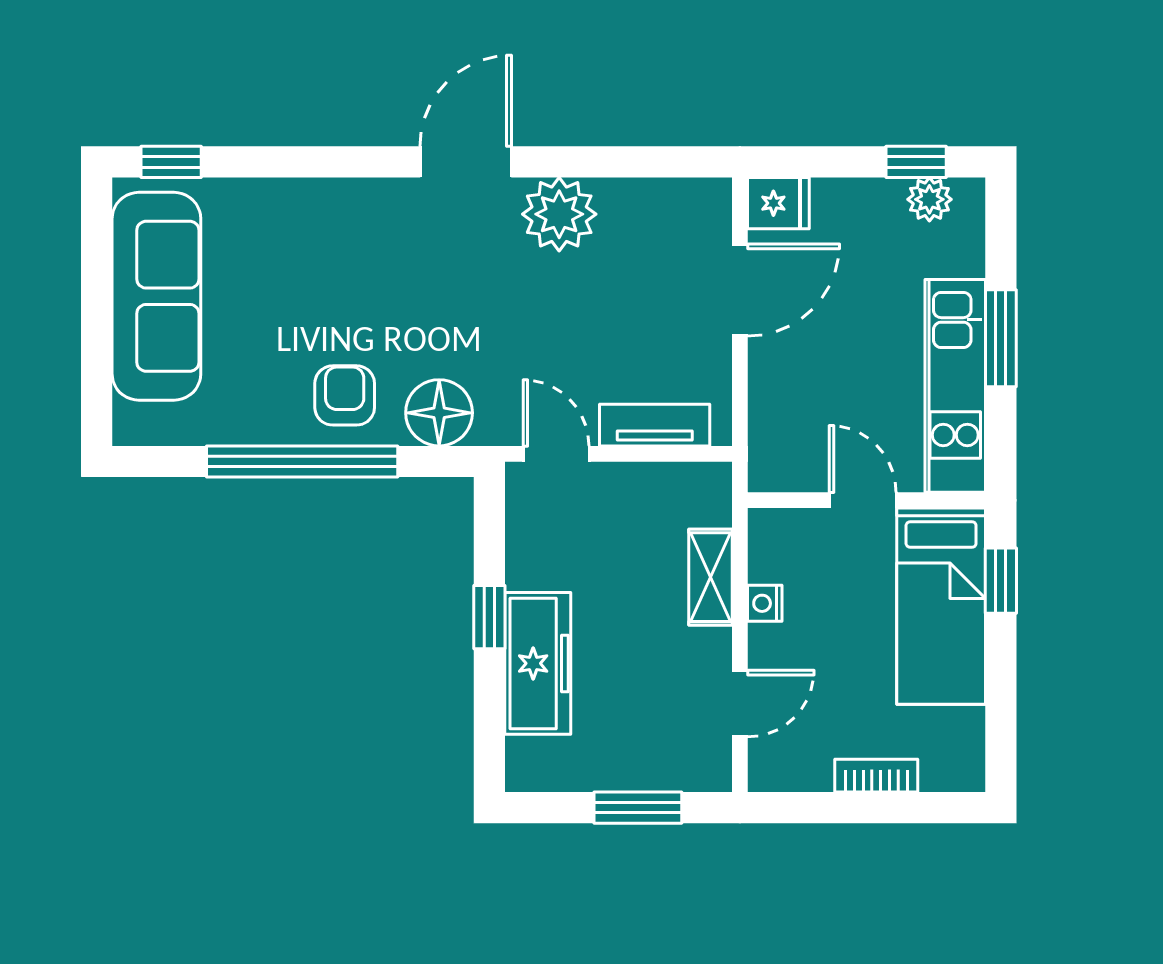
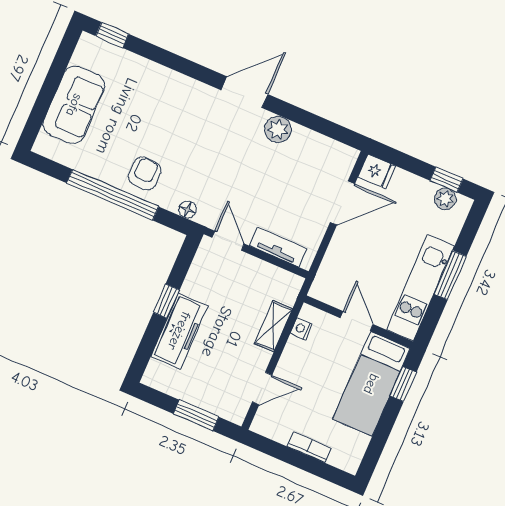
plant: (559, 214) -> (278, 129), width x0.73, depth x0.73
sofa: (156, 296) -> (74, 105), width x0.73
floor lamp: (439, 413) -> (188, 210), width x0.53, depth x0.53
nightstand: (765, 603) -> (301, 329), moved

